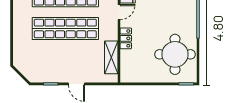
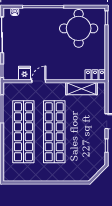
door: (119, 12) -> (39, 81), hinge flipped
locker: (126, 38) -> (95, 75), moved

